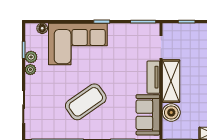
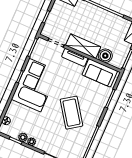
corner sofa: (78, 44) -> (35, 85), moved

